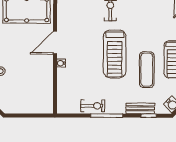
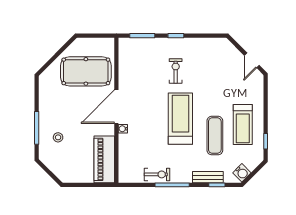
door: (55, 43) -> (116, 107), width x1.36
treadmill: (115, 54) -> (180, 119), turned 180
piano: (44, 92) -> (104, 159), added

